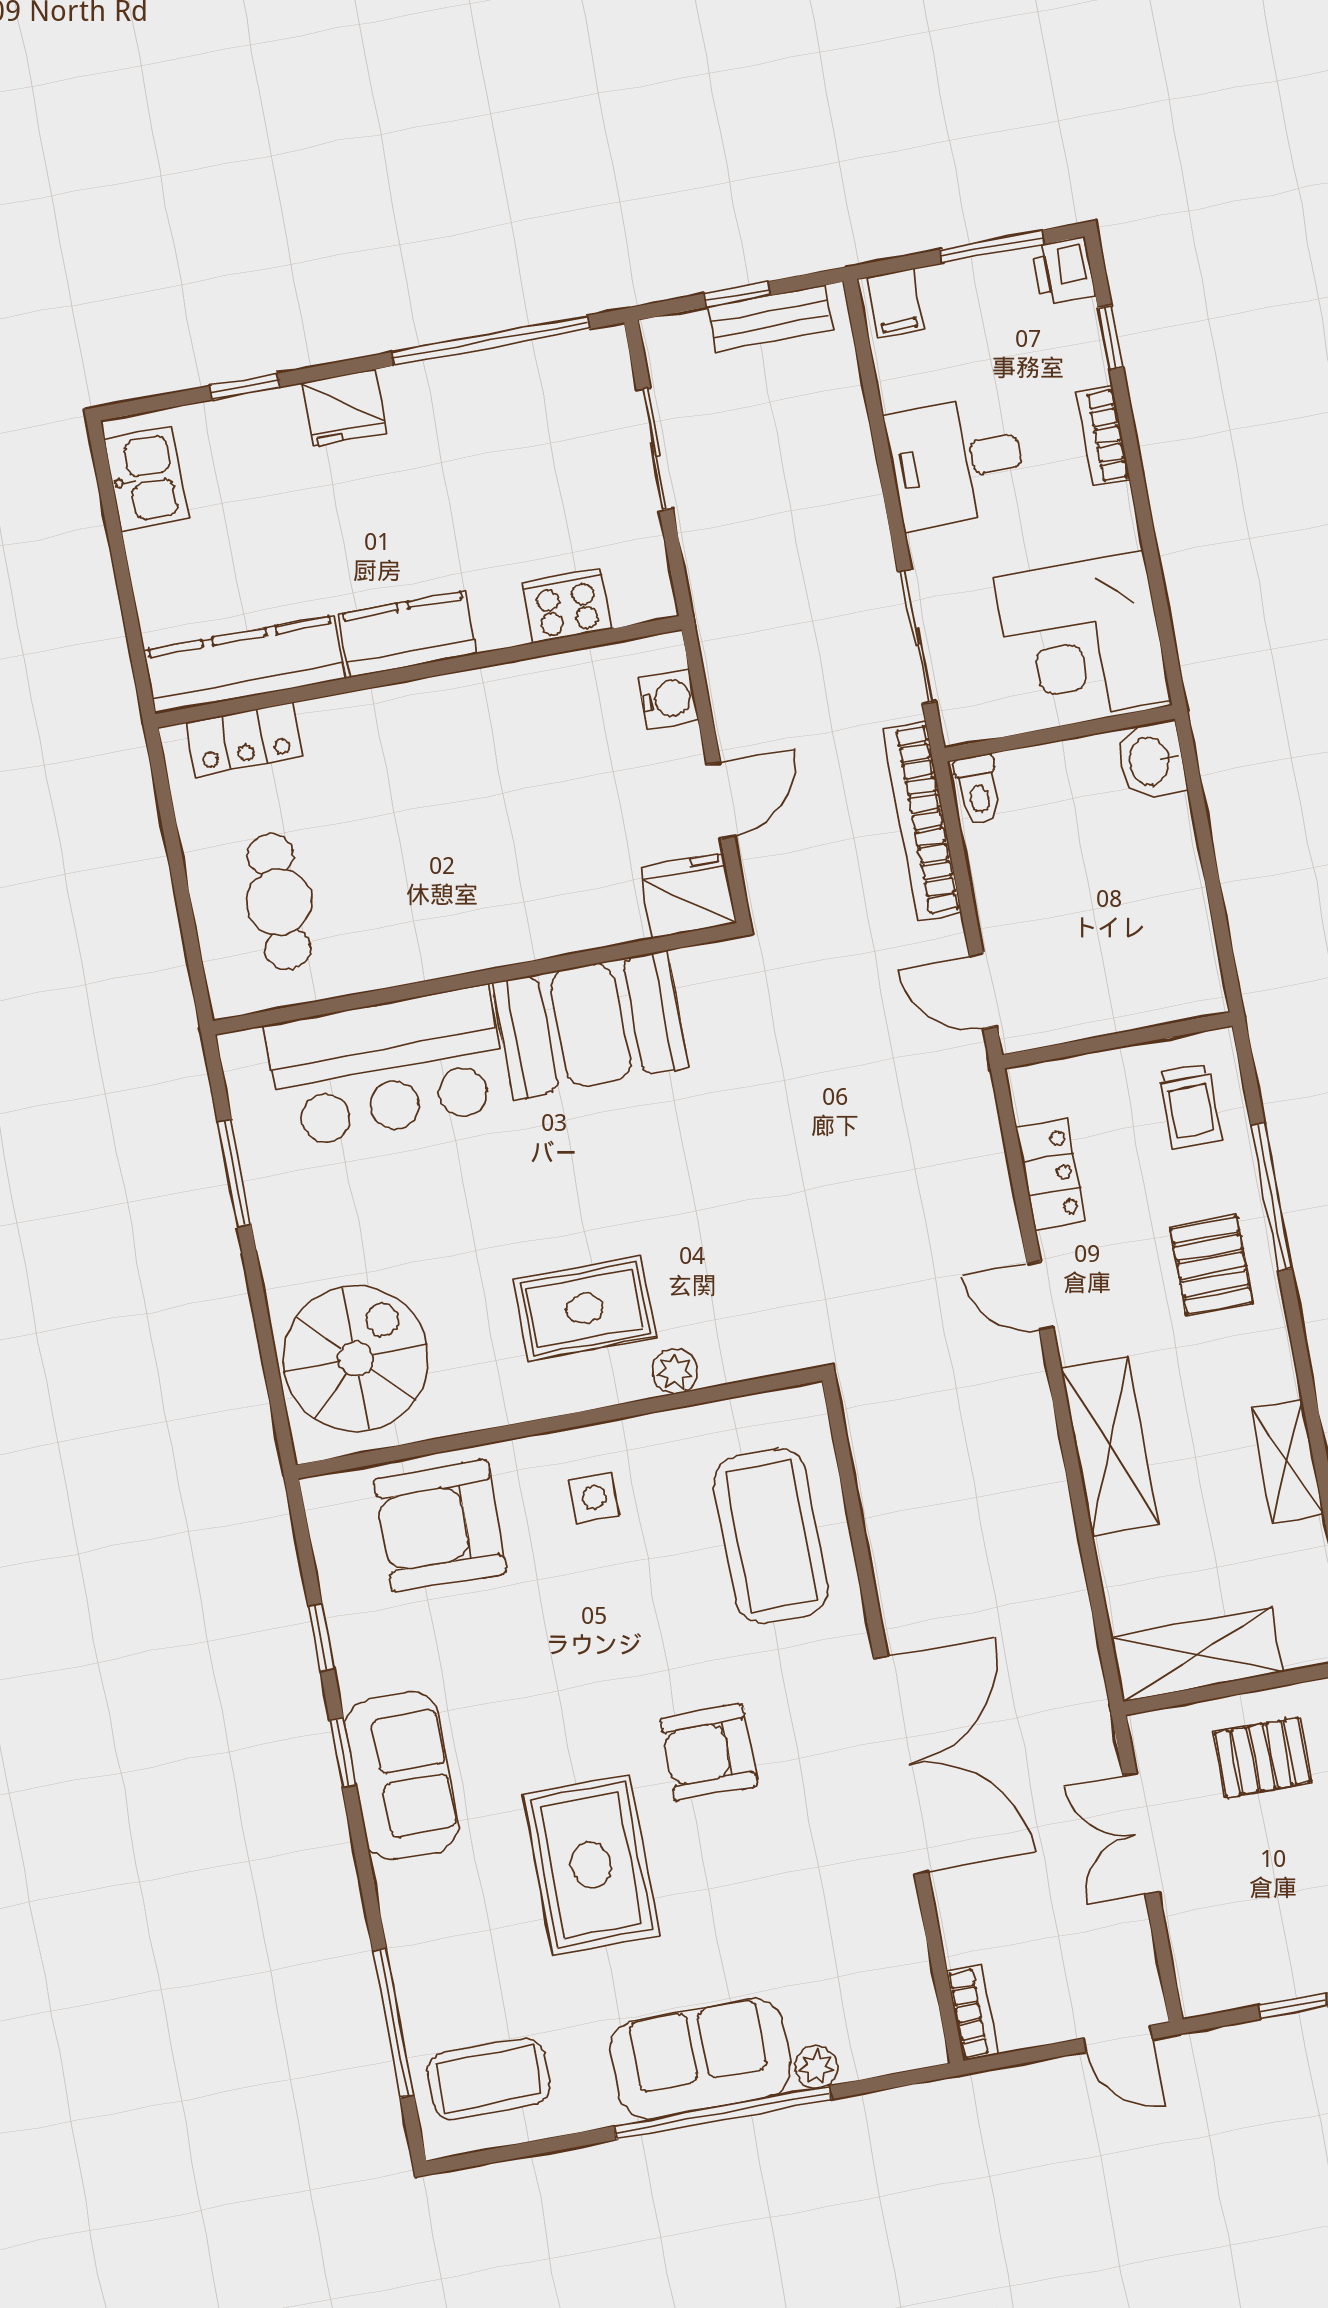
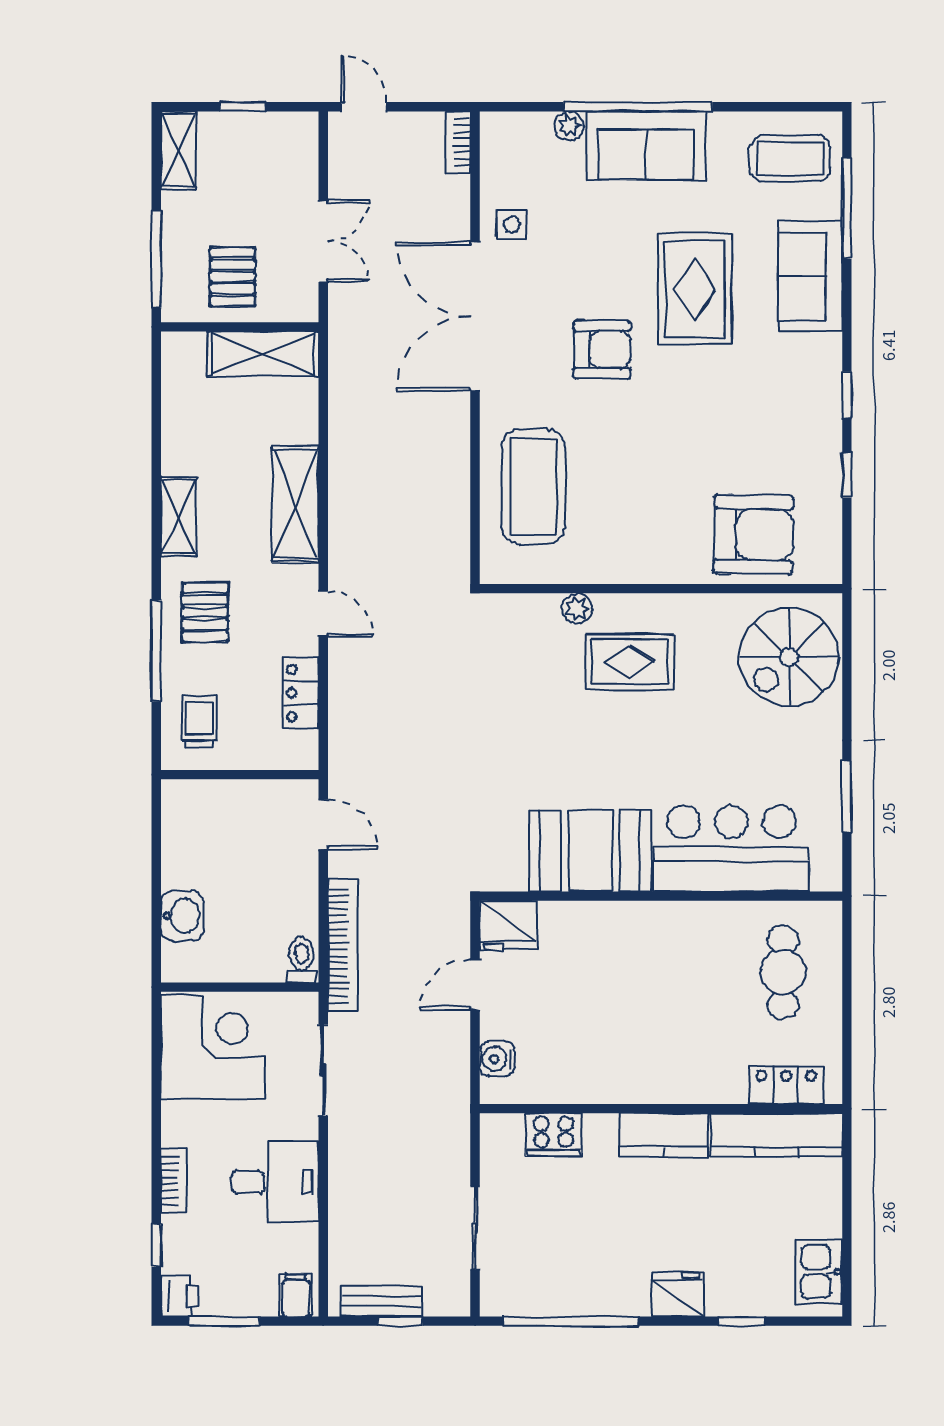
washbasin: (1151, 761) -> (182, 916), moved
shelving: (1287, 1461) -> (179, 516), moved
side table: (594, 1498) -> (512, 225), moved
pallet: (1262, 1757) -> (233, 277), turned 90
sofa: (402, 1776) -> (810, 276), moved

